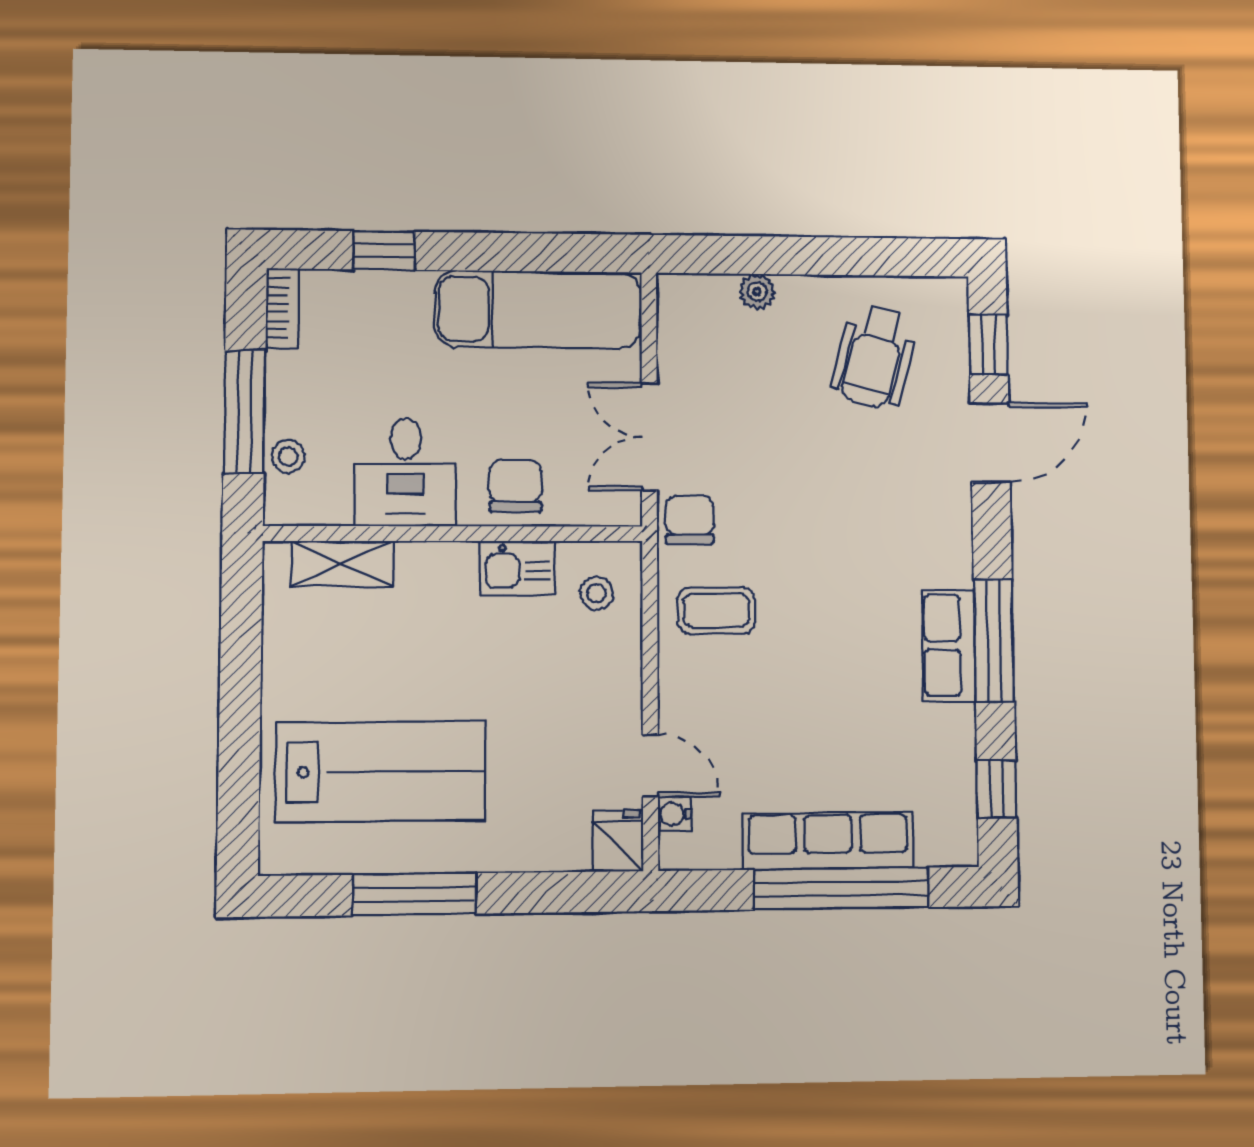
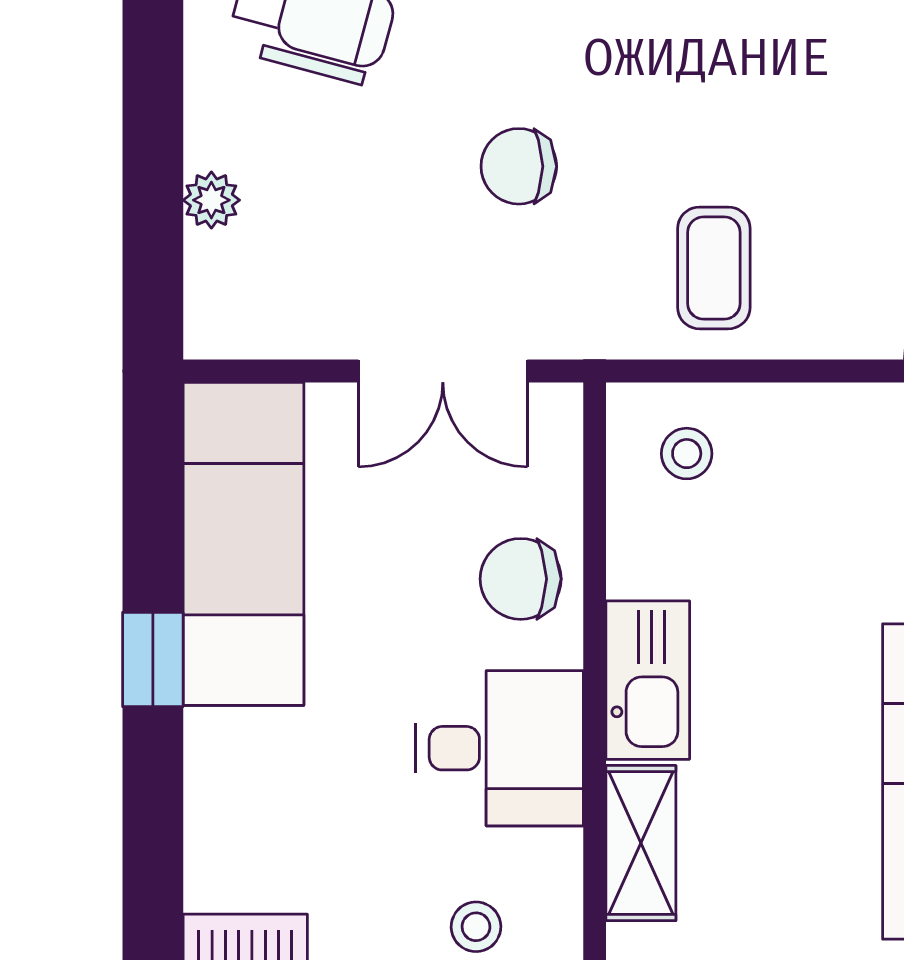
window: (384, 251) -> (153, 660), moved
chair: (690, 520) -> (519, 166), moved
kitchen sink: (517, 568) -> (648, 680), moved, width x1.38

